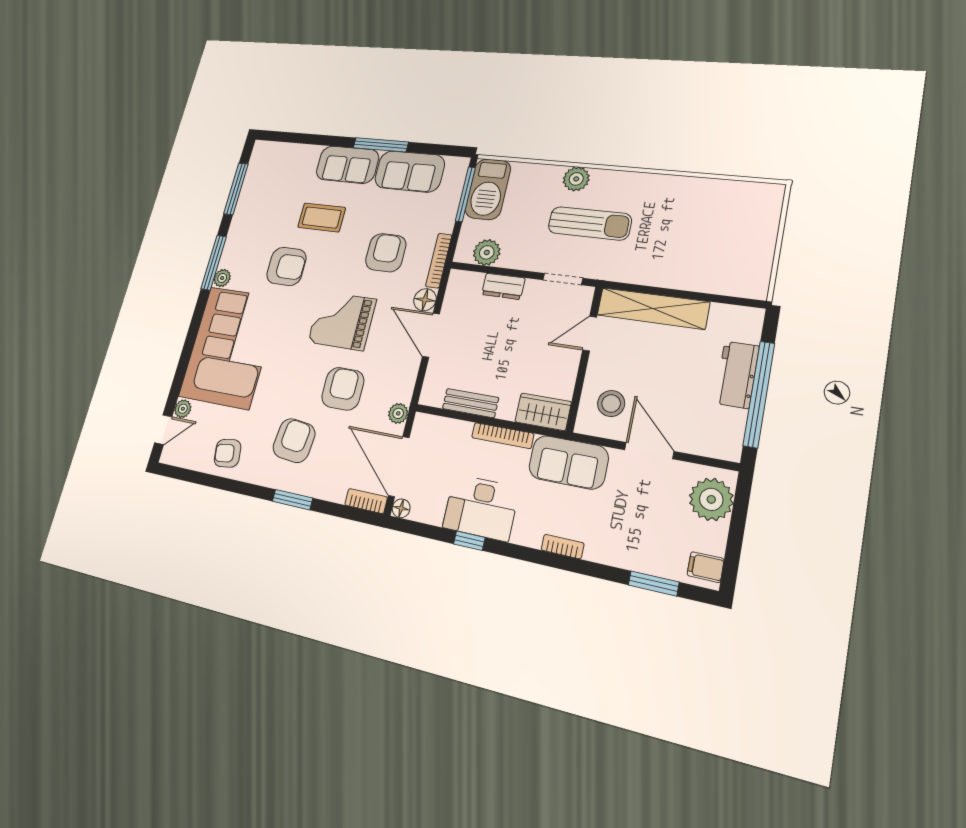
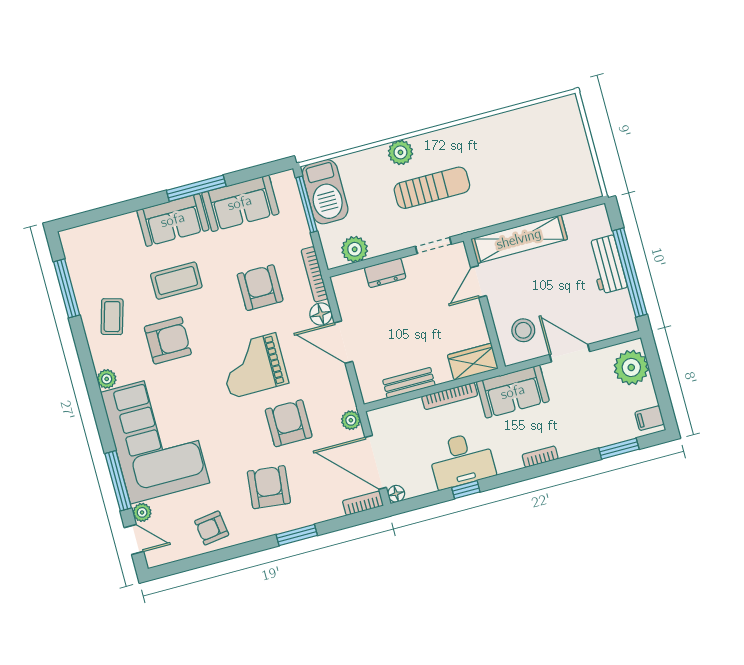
coffee table: (256, 227) -> (112, 317), added
window: (214, 263) -> (118, 481), moved
door: (163, 430) -> (134, 540), hinge flipped

